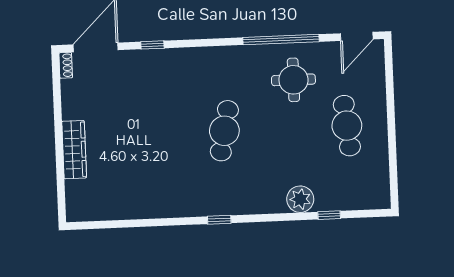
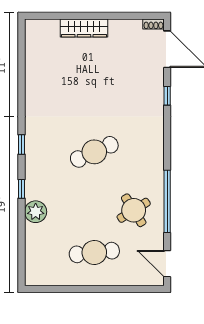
round table: (293, 80) -> (134, 210), turned -32
cafe table: (224, 131) -> (94, 152), turned -36
window: (329, 215) -> (22, 189), moved

